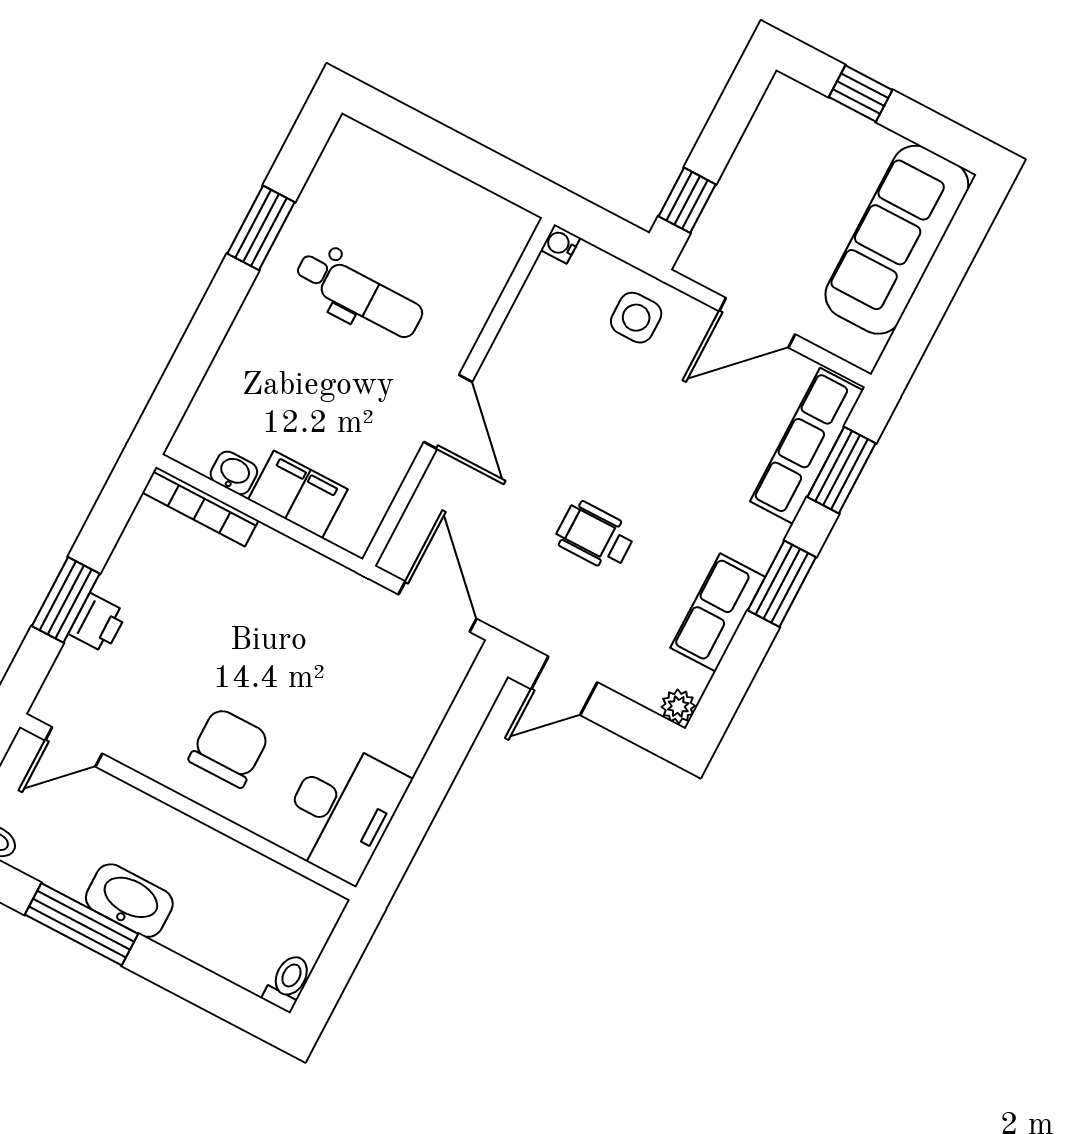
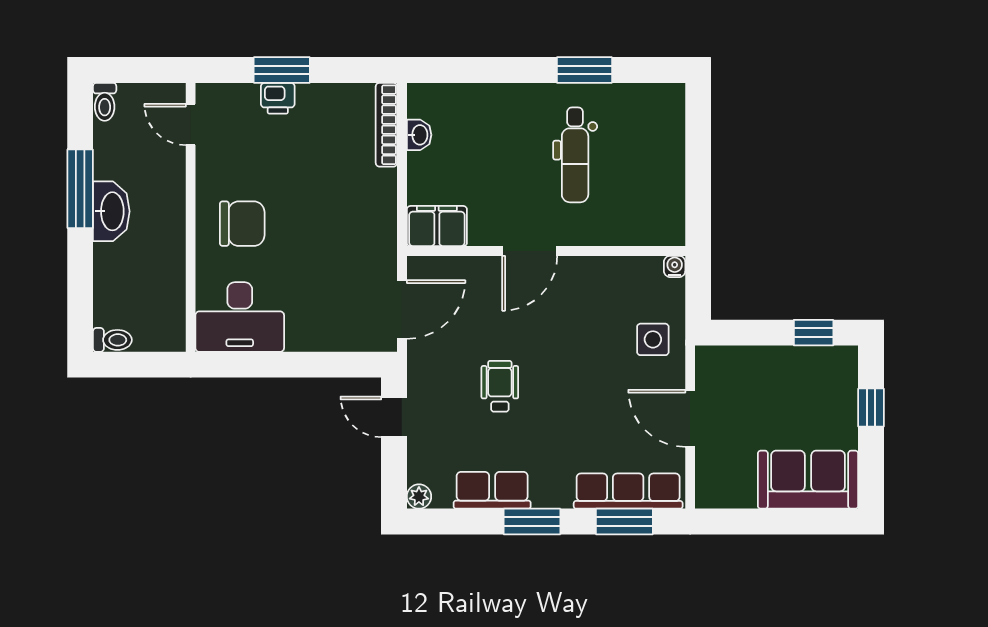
window: (687, 200) -> (814, 333), moved
sofa: (897, 240) -> (808, 480), width x0.73
filing cabinet: (298, 494) -> (437, 226), moved, turned -90

